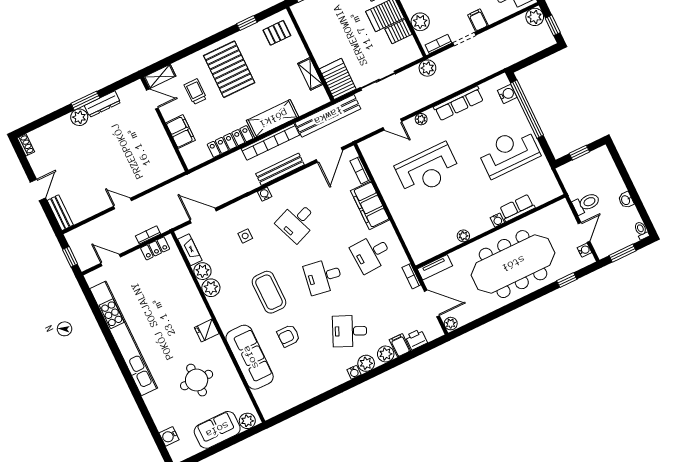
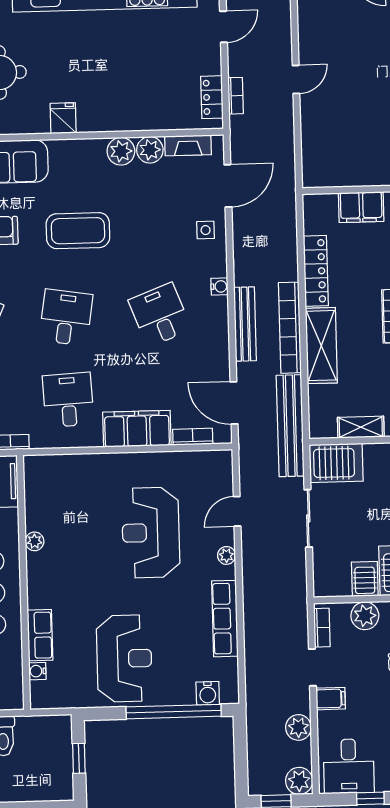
plant: (427, 68) -> (298, 727), moved
water cooler: (497, 220) -> (37, 671), moved
side table: (245, 236) -> (206, 230), moved

